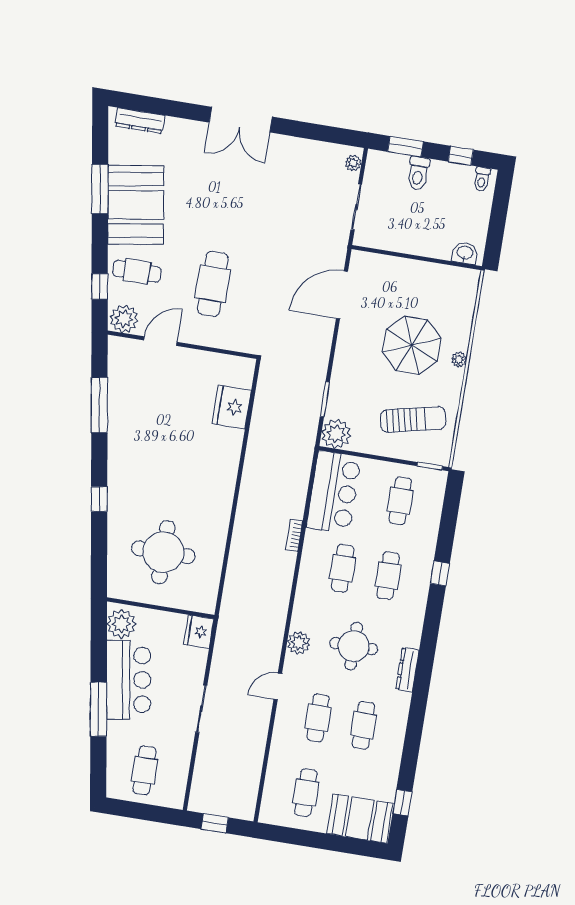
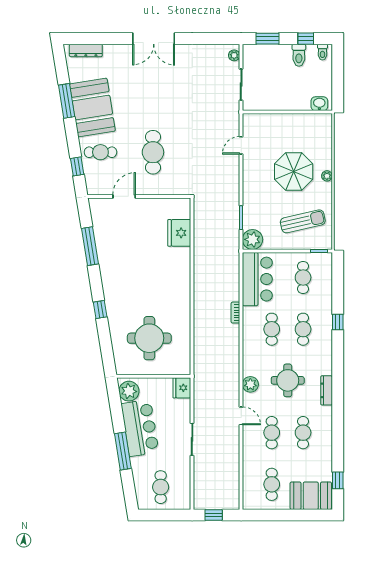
toilet: (418, 173) -> (299, 55), moved
door: (342, 295) -> (241, 145), width x0.53
plant: (124, 319) -> (97, 185), removed
door: (278, 686) -> (241, 416), swing flipped

